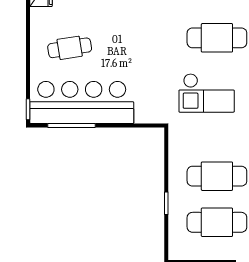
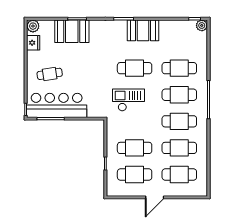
checkout: (207, 93) -> (129, 100), turned 180

